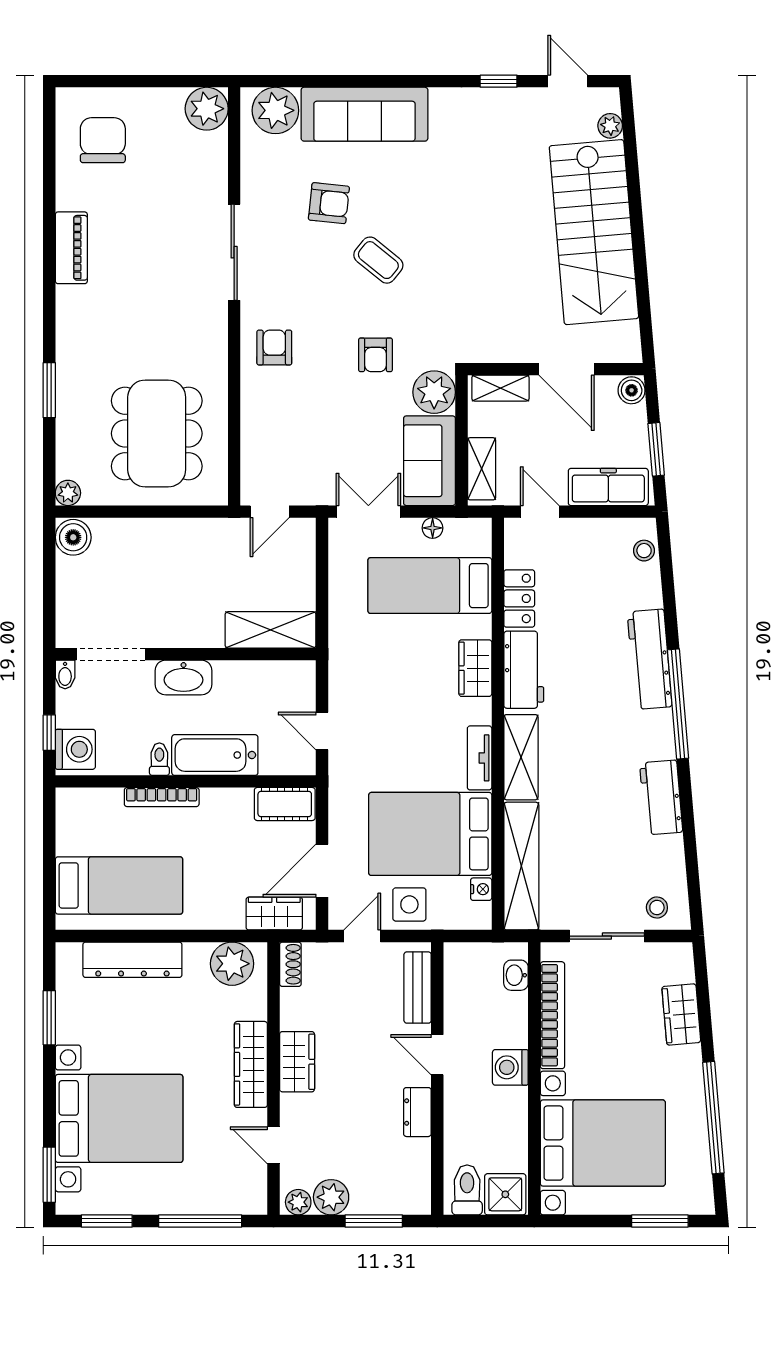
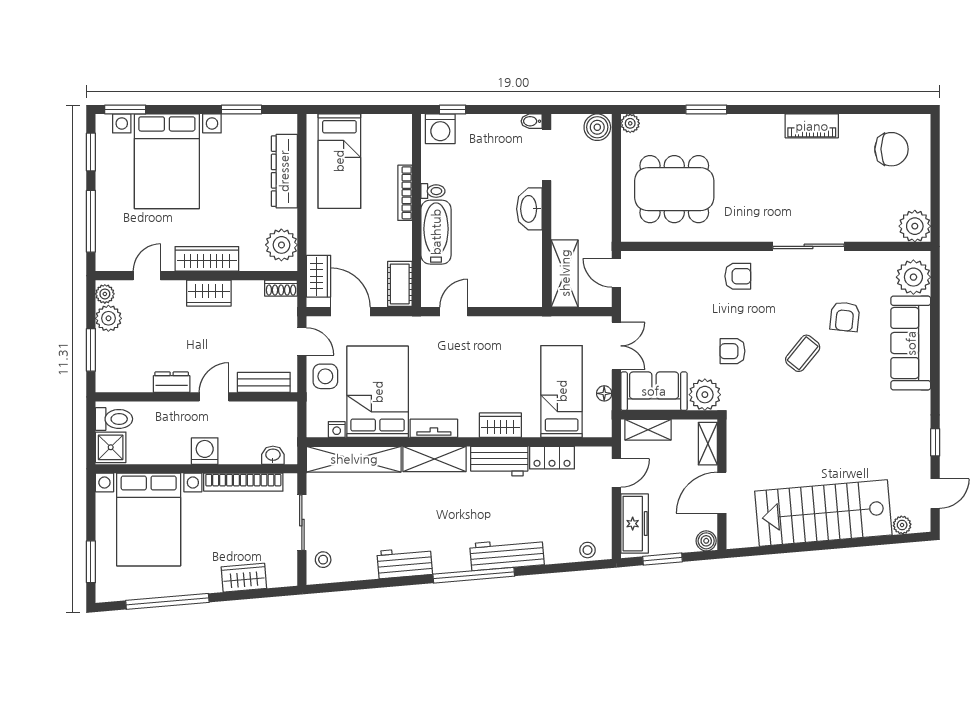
shelving: (271, 630) -> (565, 273), moved
doorway: (111, 654) -> (547, 155), moved
wall: (186, 654) -> (547, 211), moved
bidet: (65, 674) -> (532, 121), moved
washbasin: (183, 677) -> (529, 209), moved

